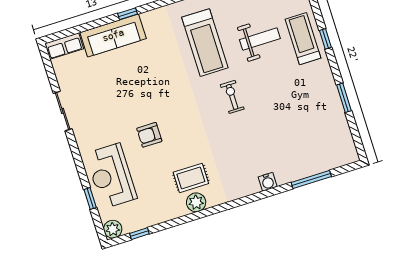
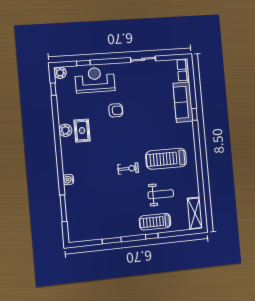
weight bench: (260, 39) -> (161, 194), turned -90
treadmill: (303, 39) -> (155, 222), turned 180
armchair: (149, 135) -> (116, 110), turned 90

